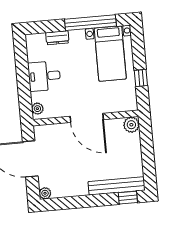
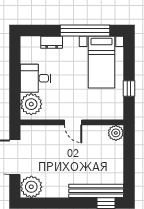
plant: (37, 109) -> (31, 104), width x1.88, depth x1.88
door: (87, 118) -> (73, 122), width x0.53
plant: (45, 193) -> (31, 187), width x1.87, depth x1.87

